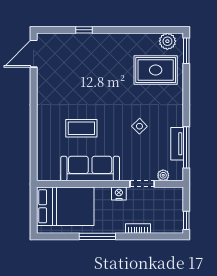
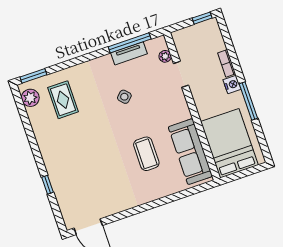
rug: (156, 70) -> (63, 100), width x0.73, depth x0.70
sofa: (90, 169) -> (190, 152), moved
nightstand: (119, 194) -> (232, 85), moved, turned 180

